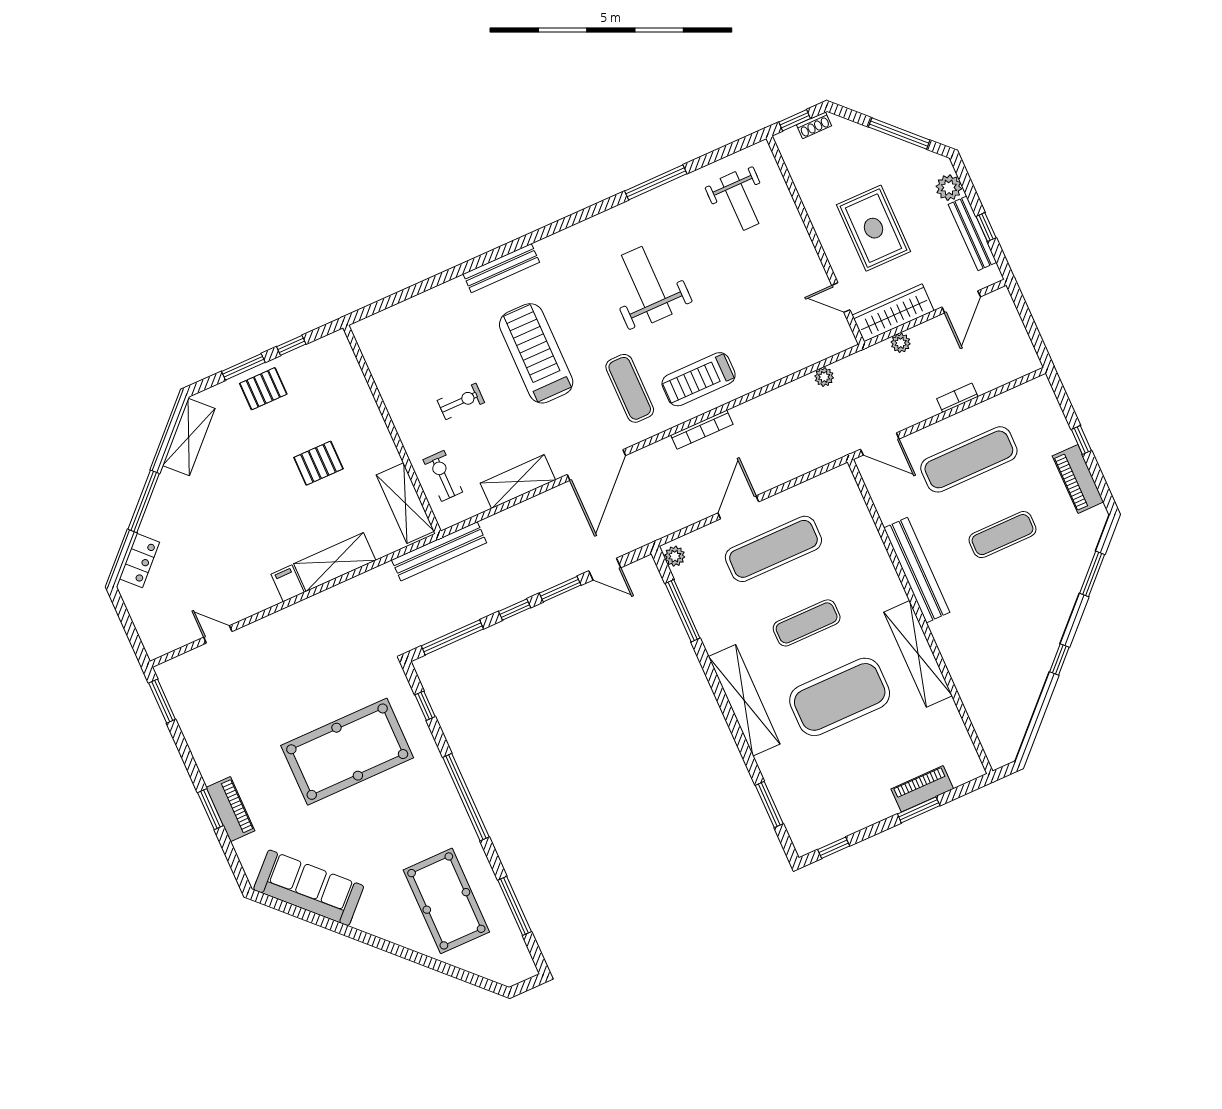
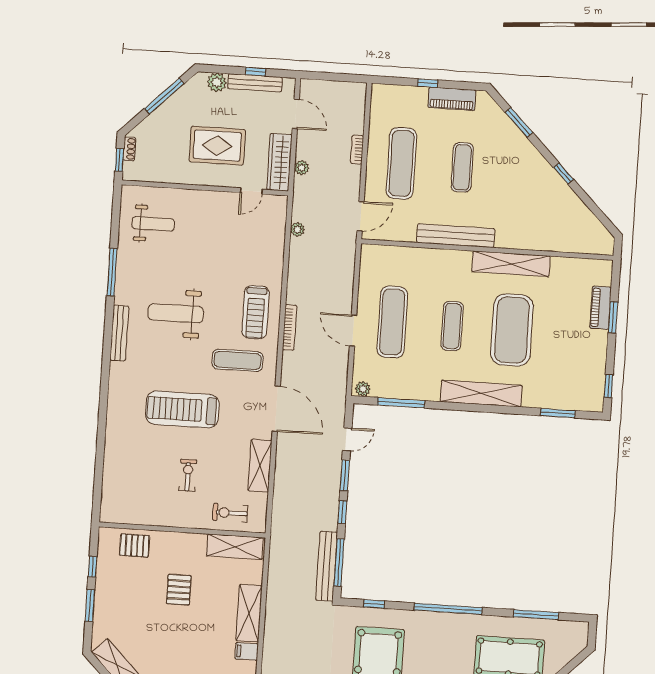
bench: (501, 268) -> (119, 333), moved
pallet: (263, 389) -> (135, 545), moved, turned 90
bench: (439, 551) -> (327, 566), moved

